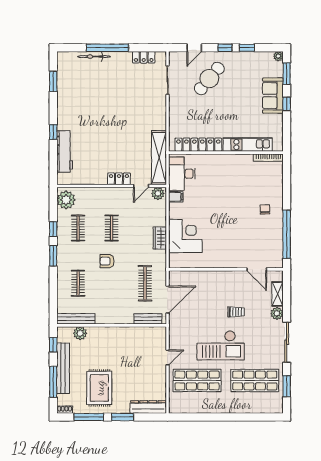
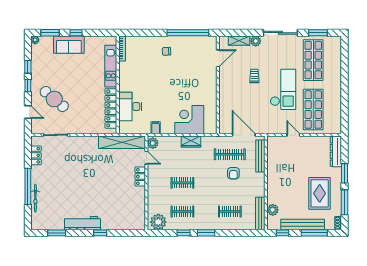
workbench: (65, 151) -> (83, 223), moved
desk: (182, 174) -> (130, 107), moved, turned 90
armchair: (107, 261) -> (233, 173), moved
bench: (148, 319) -> (260, 156), width x1.36
rug: (99, 388) -> (320, 193), turned 90

